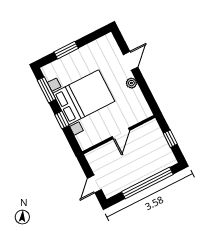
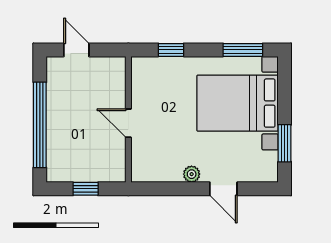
window: (66, 50) -> (285, 143), moved
bed with nightstands: (84, 97) -> (238, 103), moved, turned 90
window: (62, 120) -> (171, 50), moved

